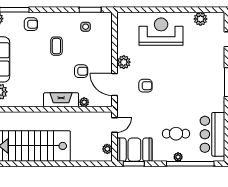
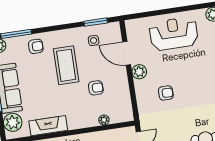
coffee table: (56, 46) -> (66, 65), width x1.86, depth x1.72
door: (115, 85) -> (127, 53), moved
fireplace: (61, 100) -> (48, 126), moved

